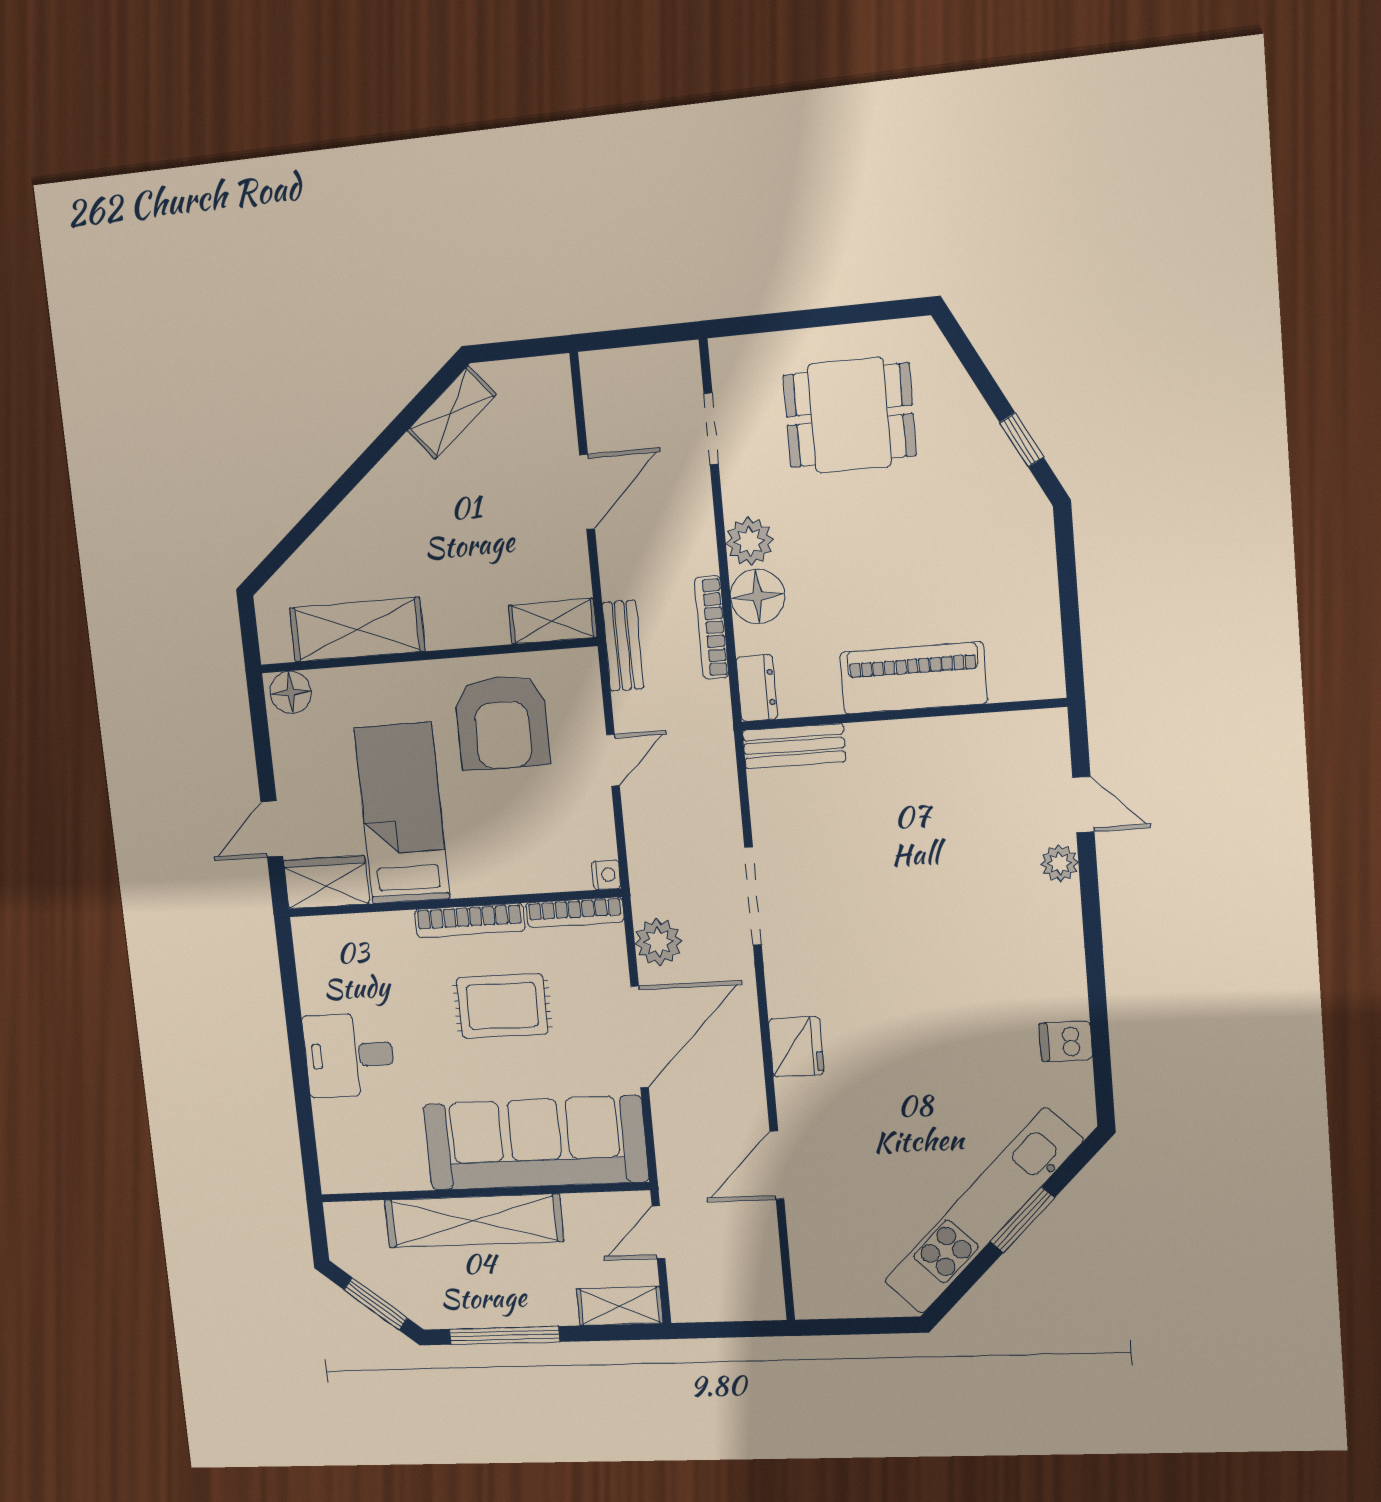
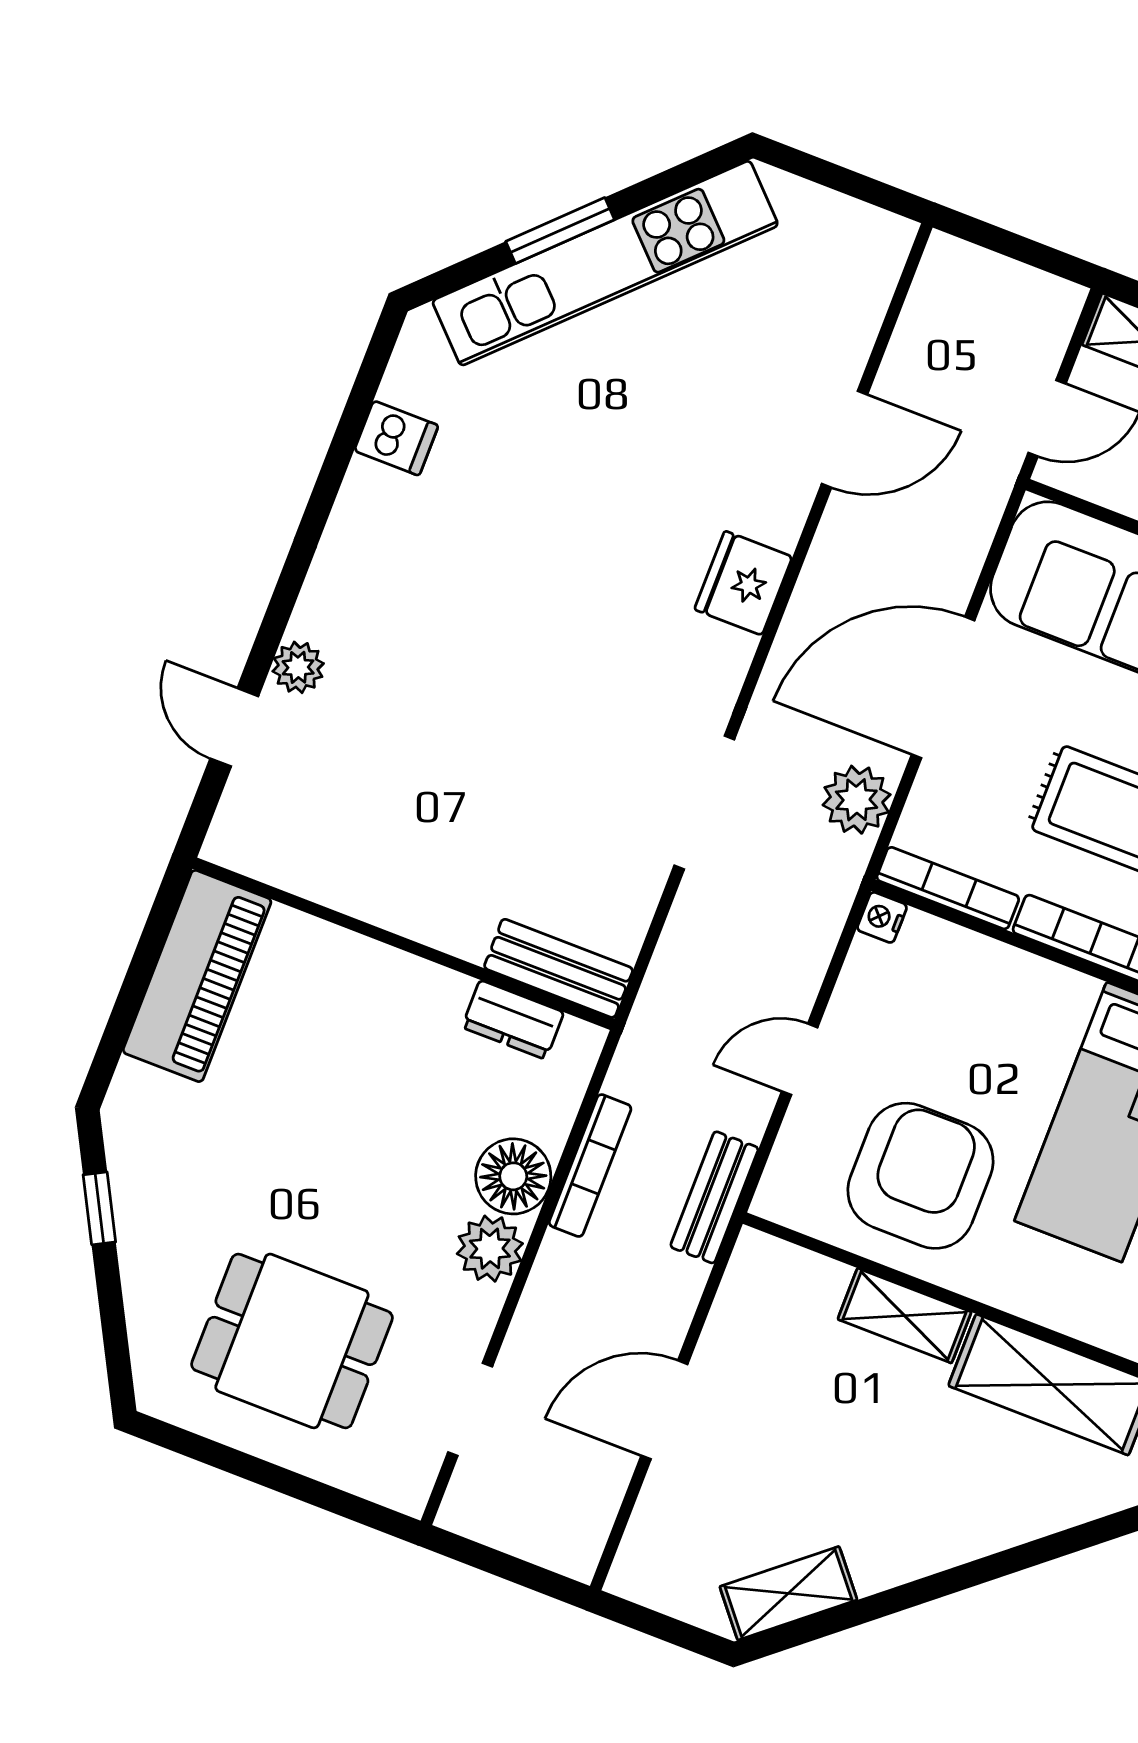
shelving: (553, 621) -> (905, 1316), moved
piano: (914, 678) -> (197, 976), moved, turned -90
dresser: (757, 688) -> (513, 1020), moved, turned -90

